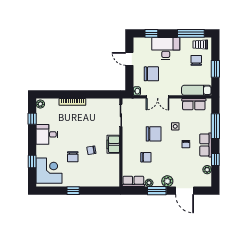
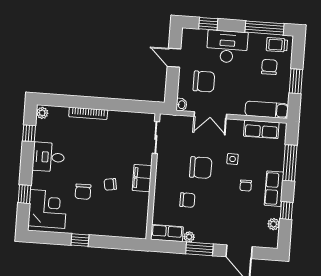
plant: (167, 181) -> (215, 236), removed

